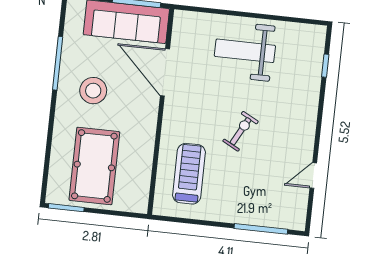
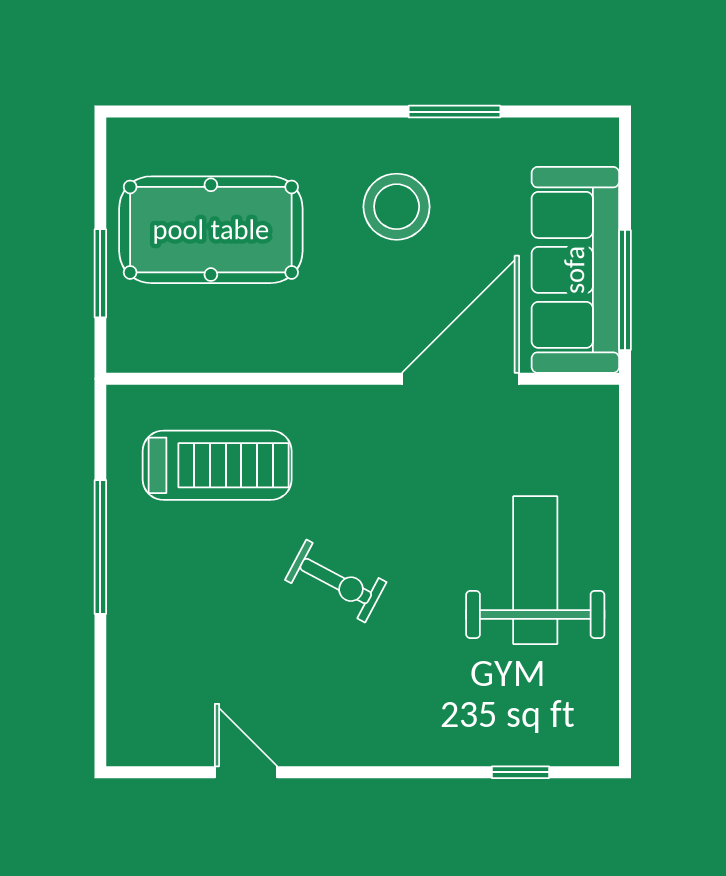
window: (58, 63) -> (454, 112), width x0.69
window: (66, 208) -> (100, 273), moved
window: (261, 229) -> (100, 547), moved

